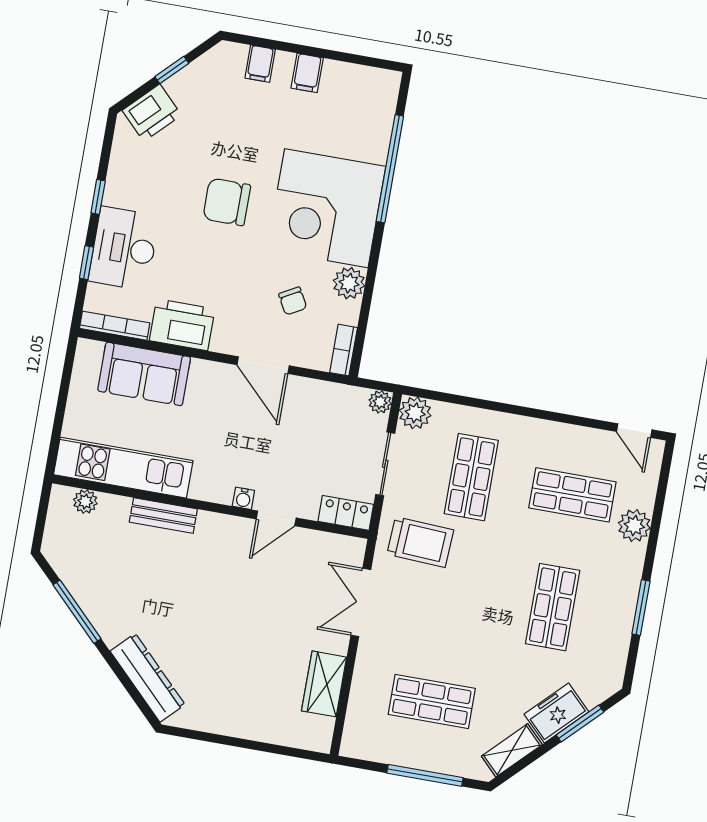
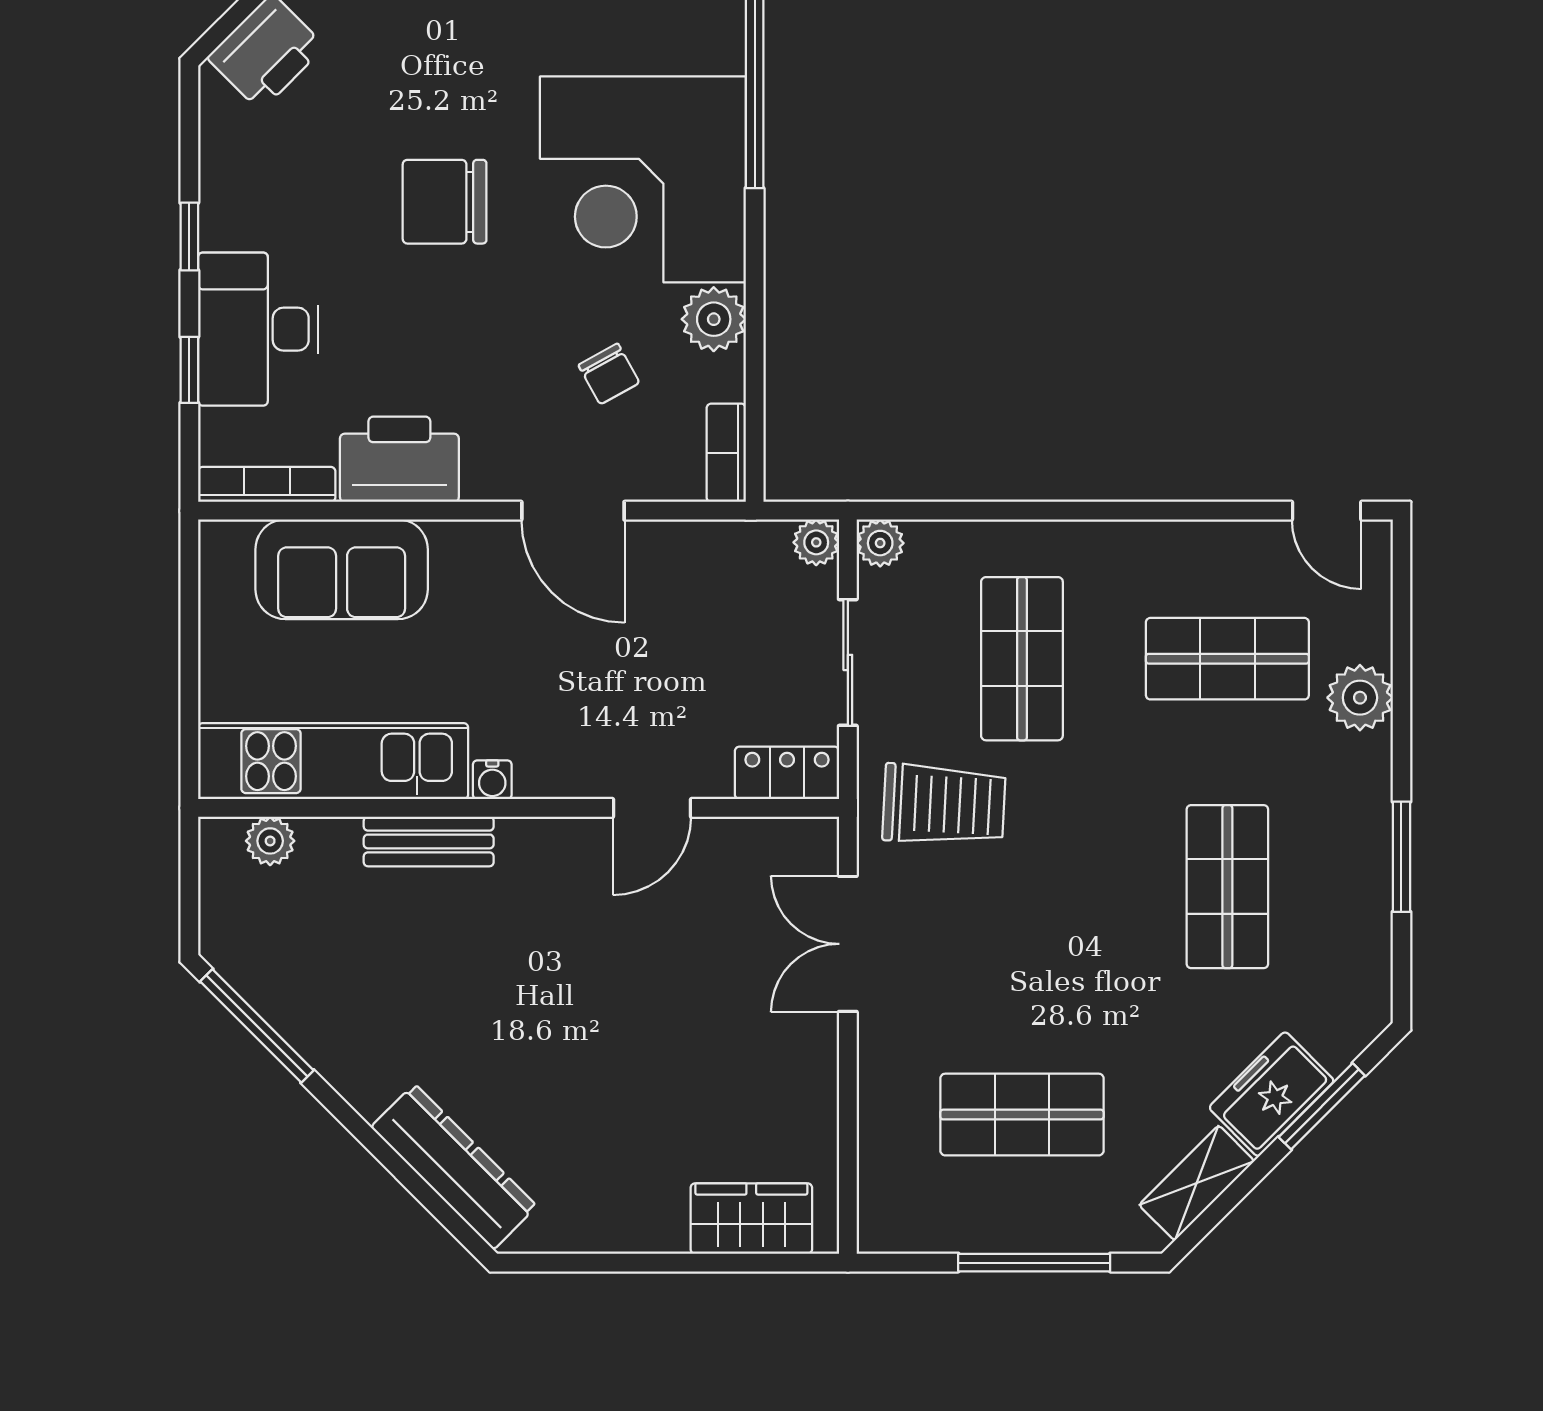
plant: (415, 413) -> (880, 543), width x0.73, depth x0.73
water cooler: (243, 498) -> (492, 780), moved
window: (77, 612) -> (257, 1026), moved
wardrobe: (324, 684) -> (751, 1219), moved, turned 90

